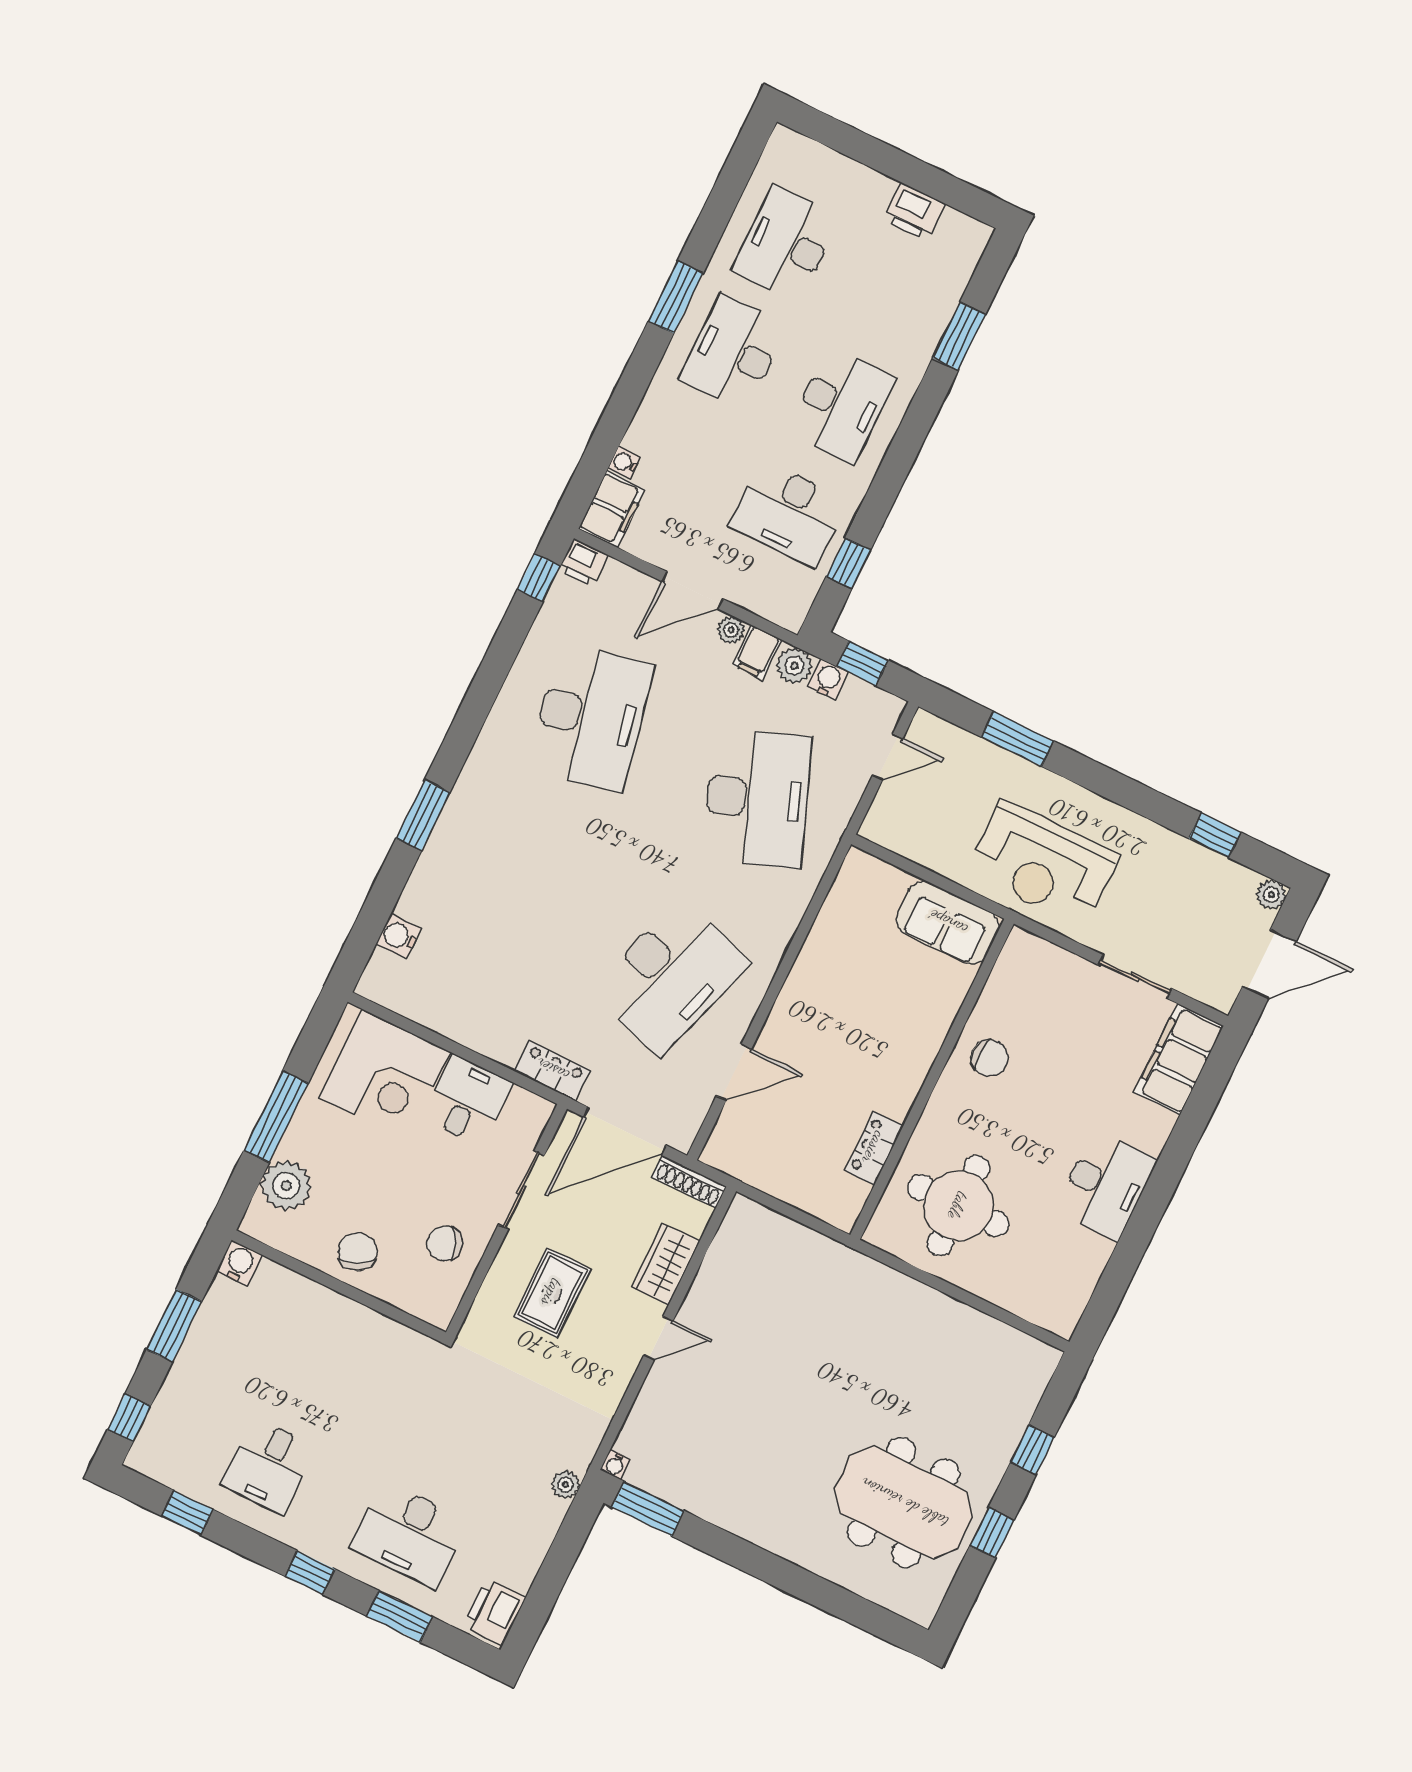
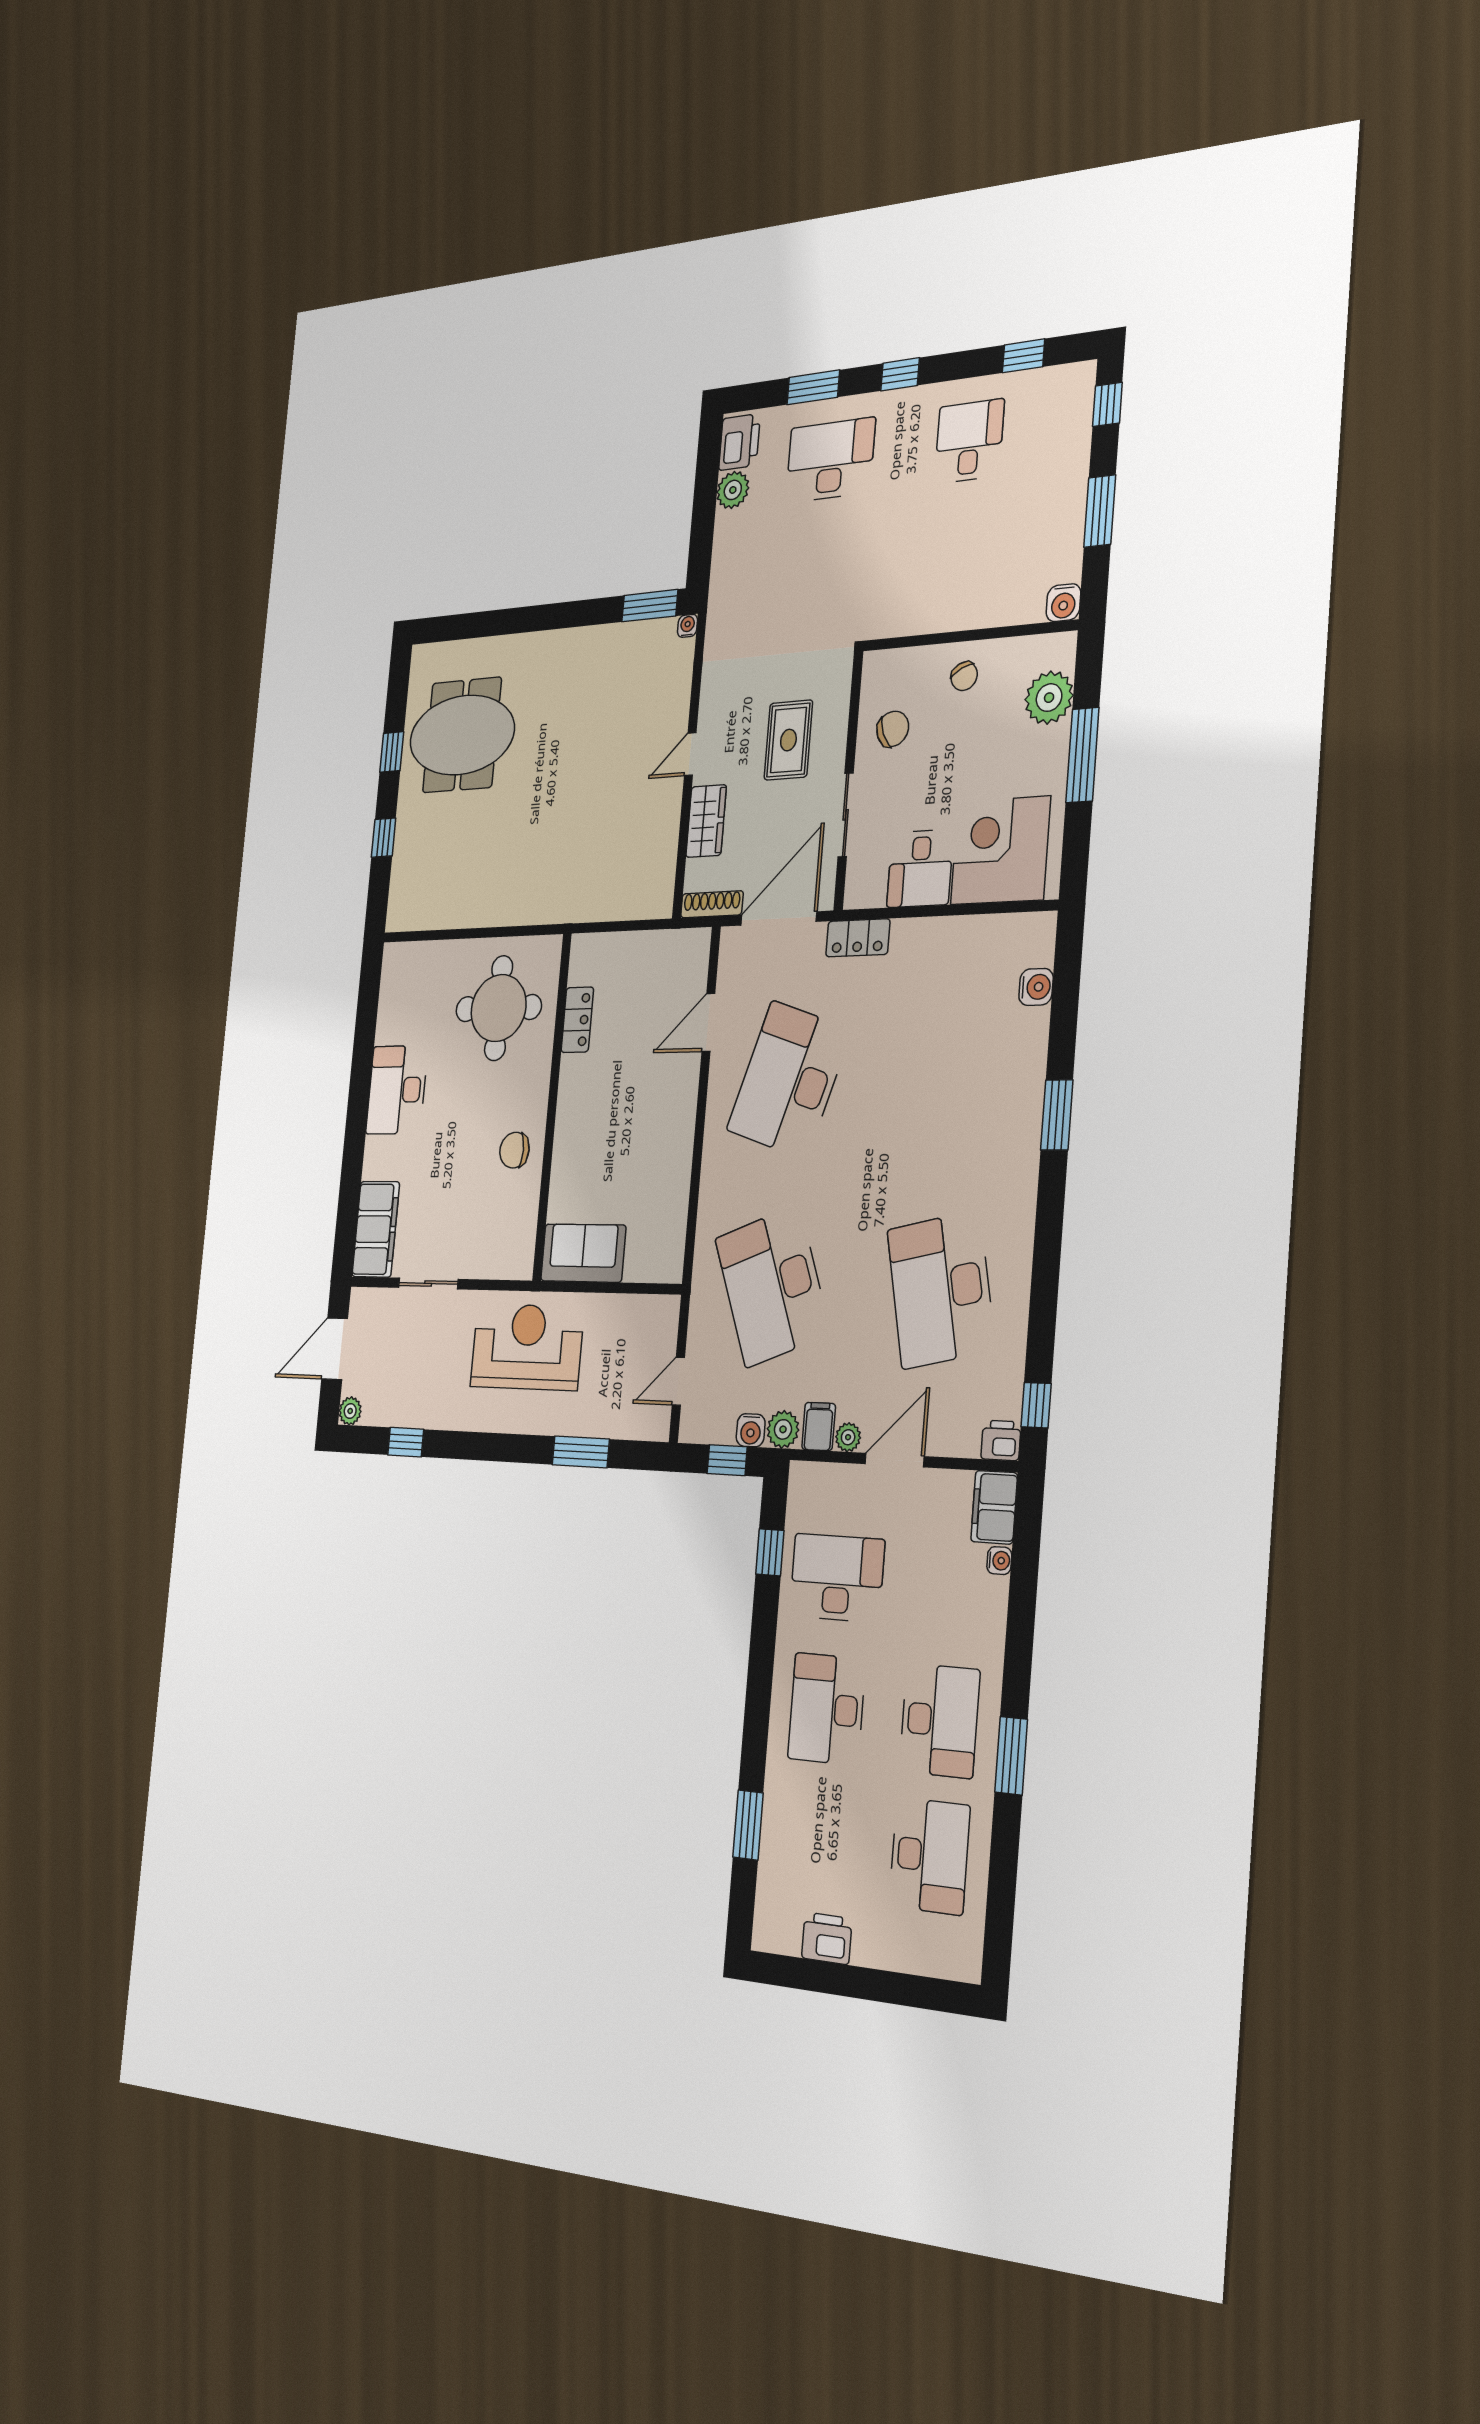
chair: (358, 1252) -> (964, 676), width x0.73, depth x0.73
plant: (566, 1485) -> (733, 490), moved, width x1.38, depth x1.38

